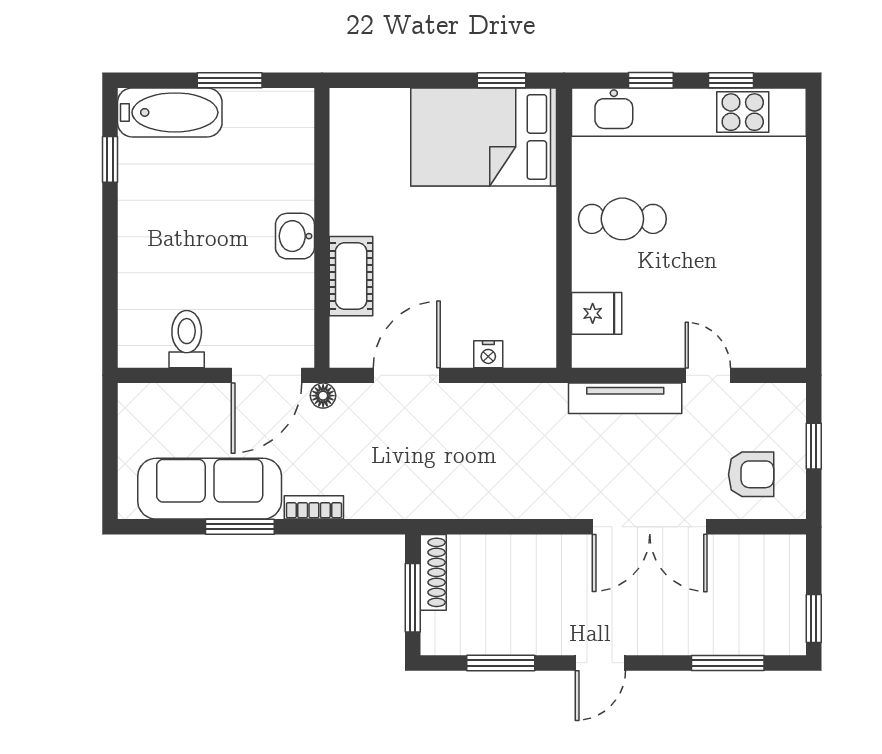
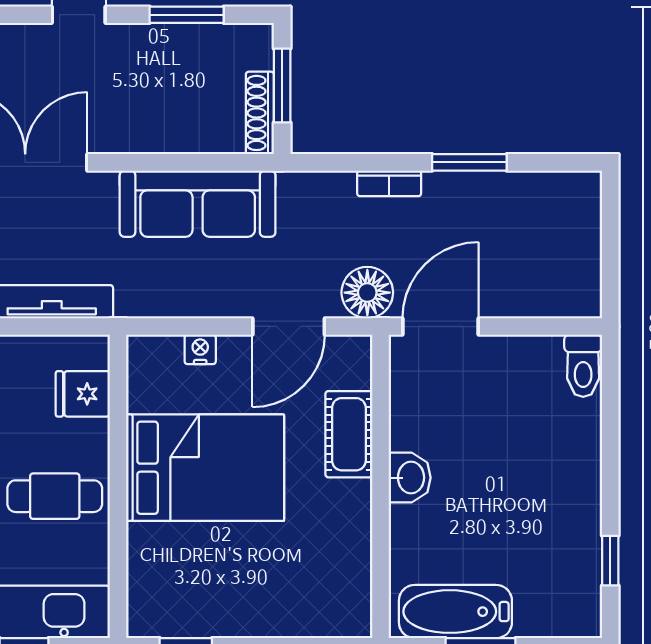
bathtub: (170, 112) -> (455, 612), moved
bed: (484, 137) -> (205, 468), moved
toilet: (187, 339) -> (583, 366), moved
floor lamp: (323, 396) -> (367, 293), width x1.89, depth x1.89
sofa: (210, 489) -> (198, 204), moved

